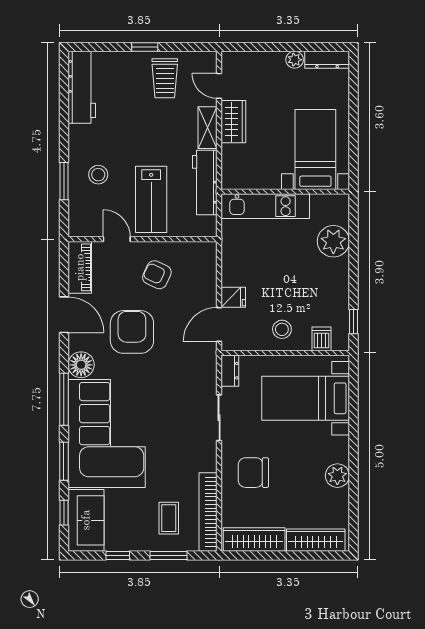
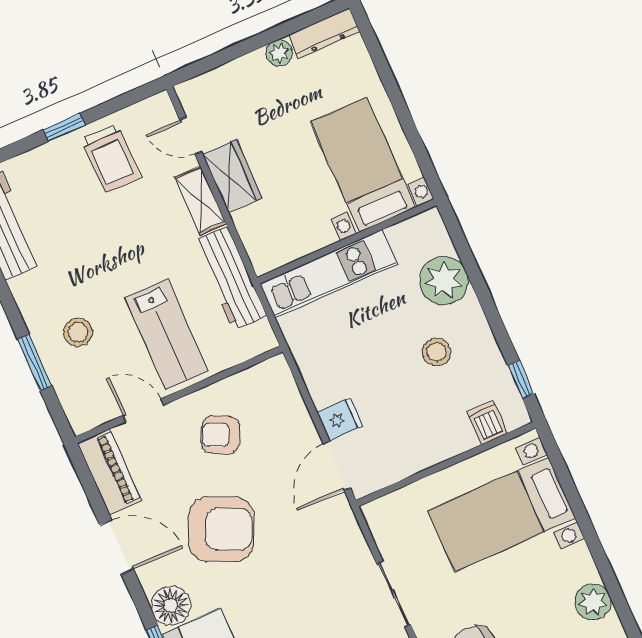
stool: (282, 329) -> (436, 352), moved
armchair: (132, 332) -> (221, 529), turned 114
dresser: (230, 371) -> (380, 523), removed

